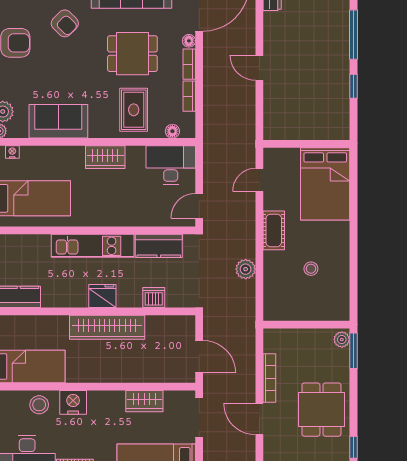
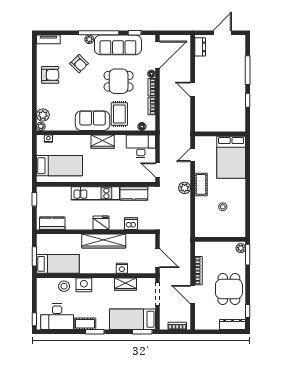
sofa: (58, 121) -> (93, 121), moved
door: (199, 206) -> (157, 170), hinge flipped
plant: (246, 269) -> (185, 188), moved
nightstand: (138, 374) -> (122, 268), added

